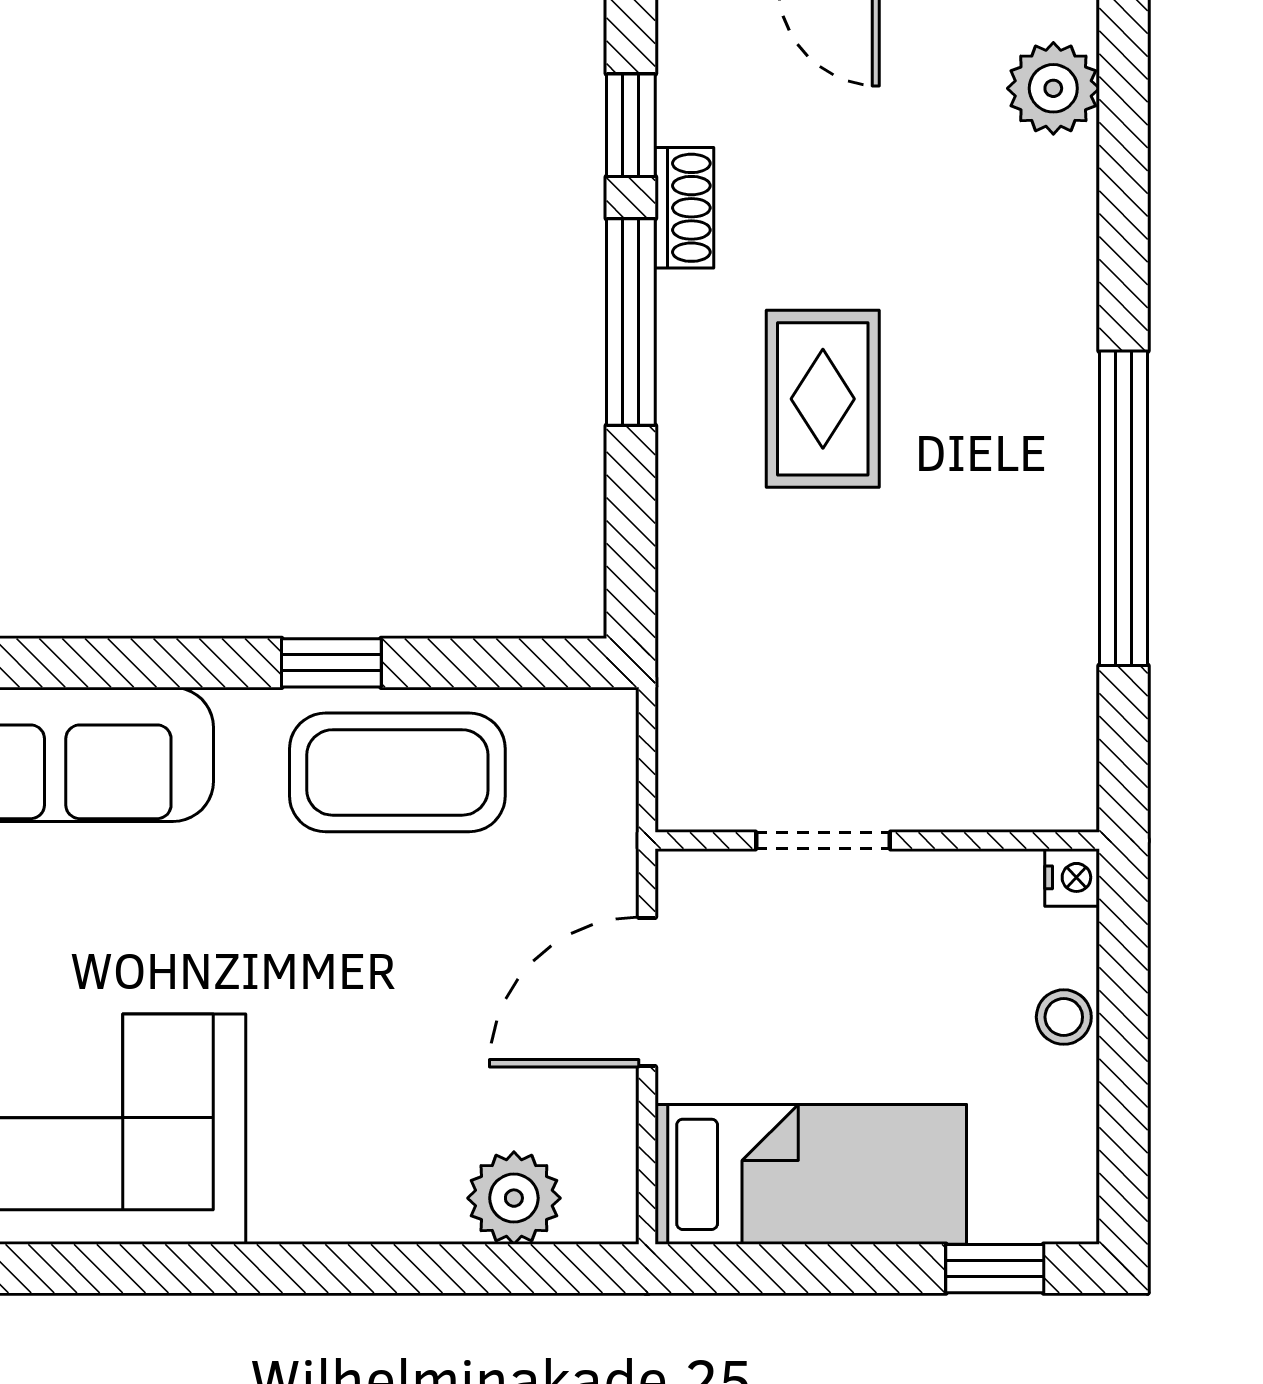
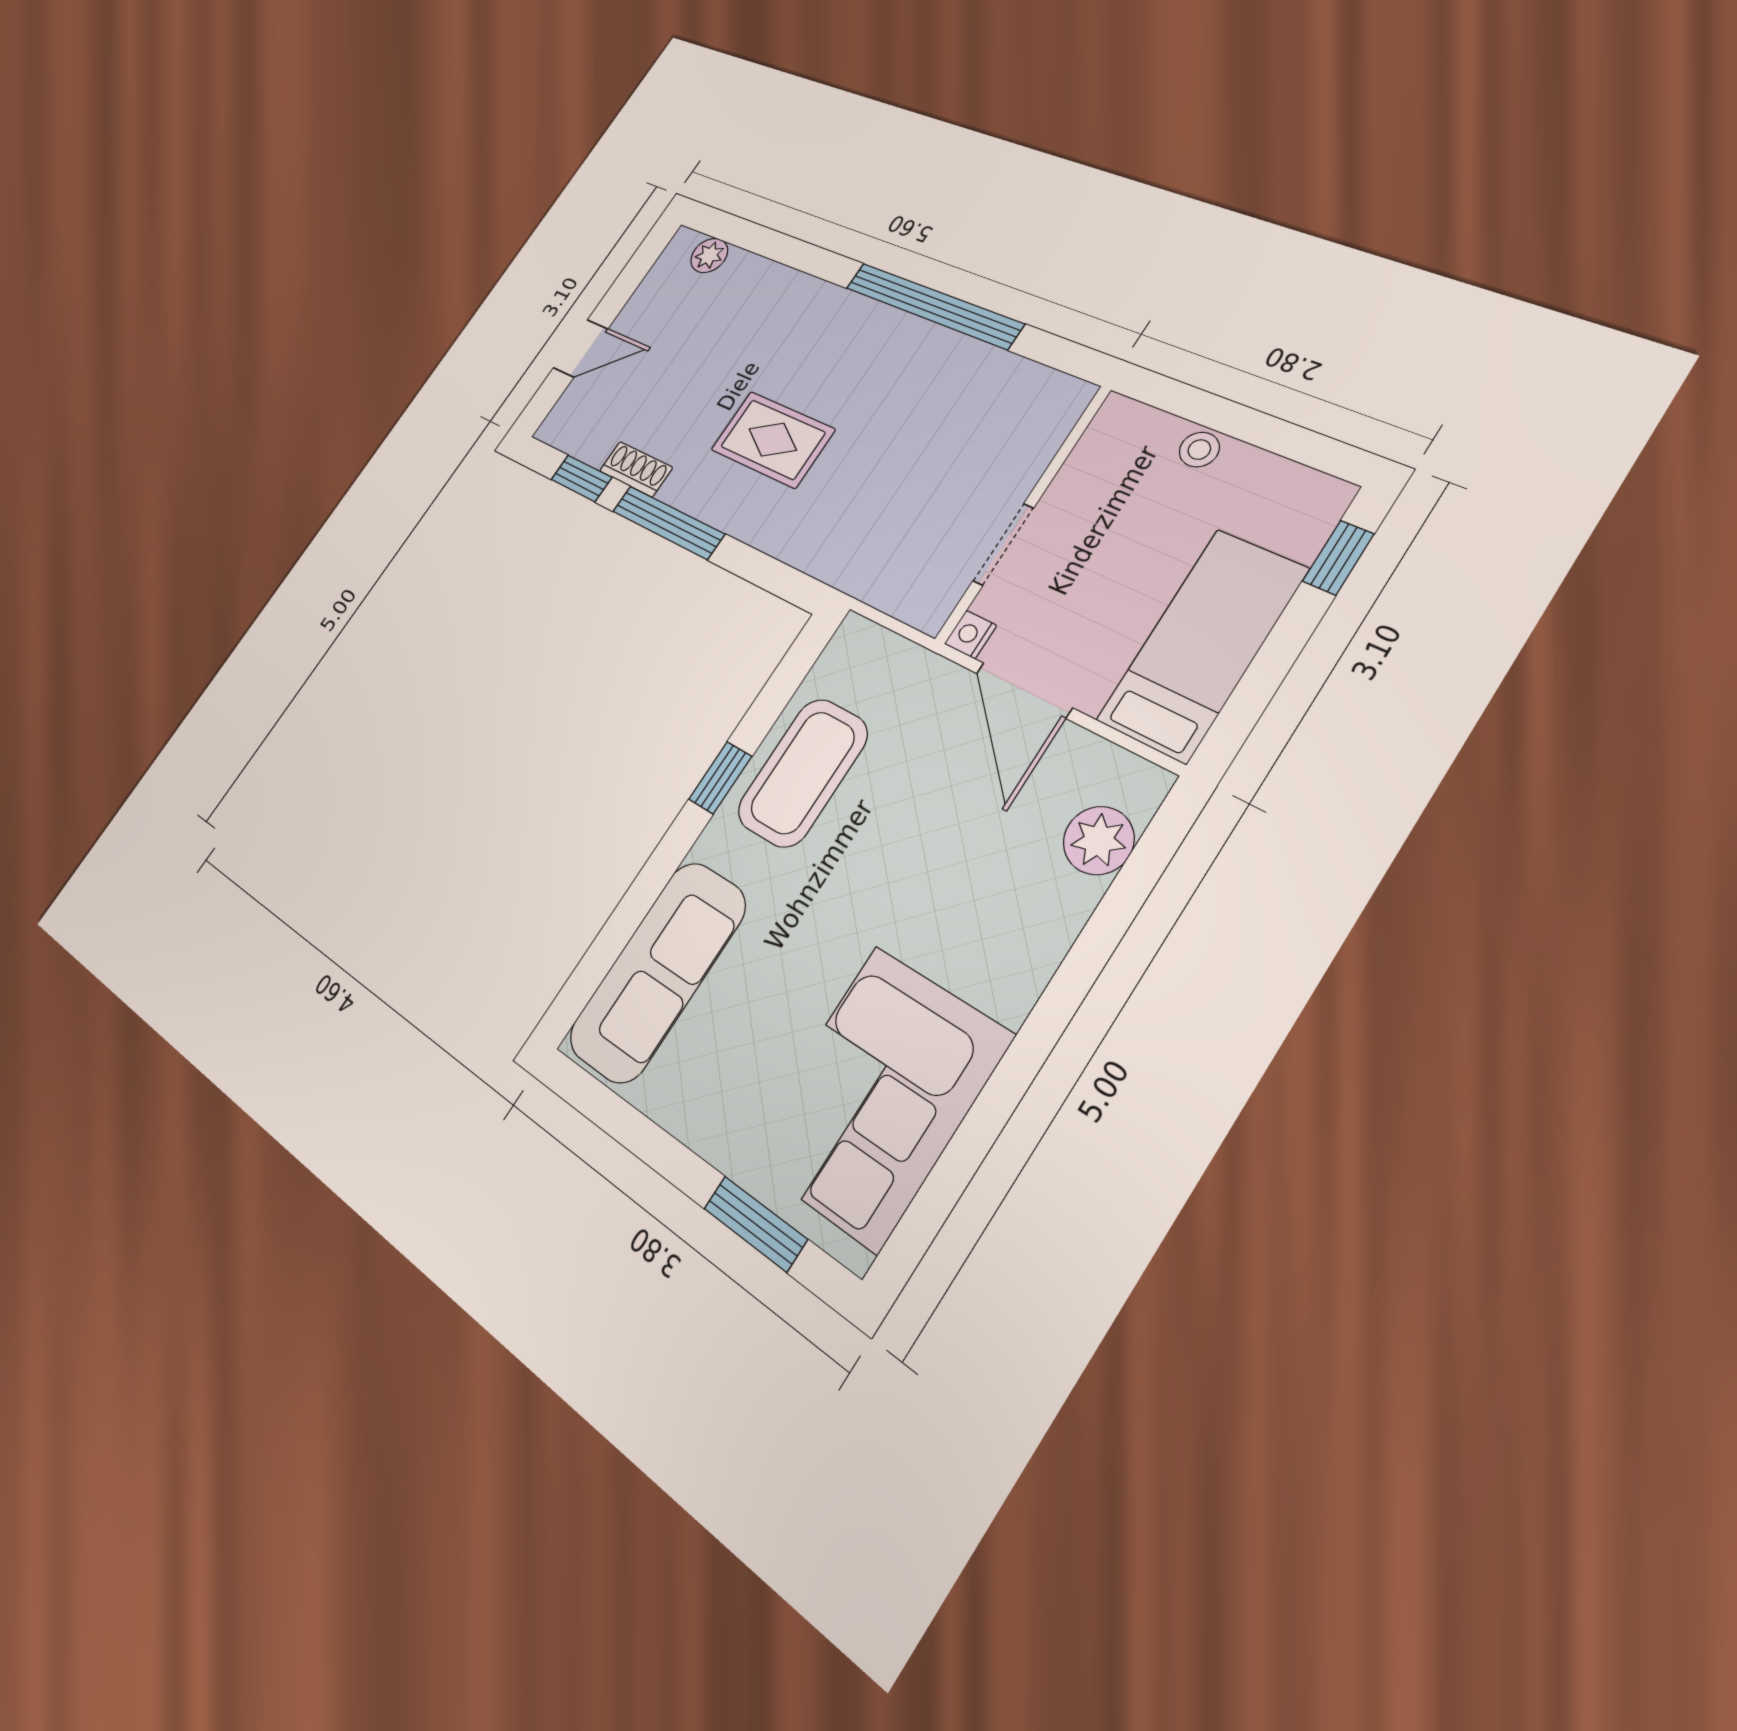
plant: (1053, 88) -> (709, 256), width x0.73, depth x0.73
nightstand: (1072, 877) -> (971, 635), moved, turned -90

